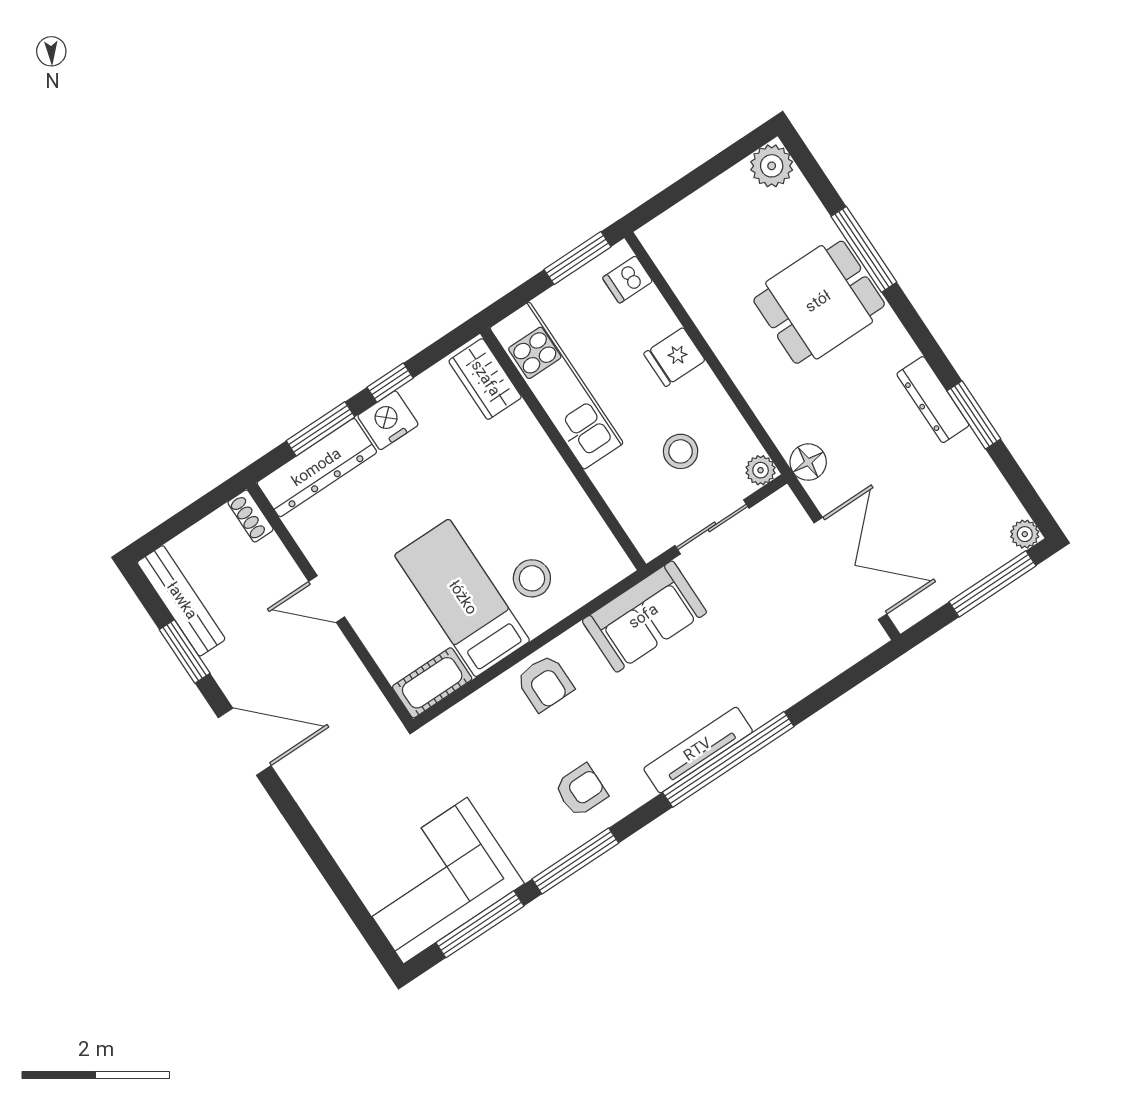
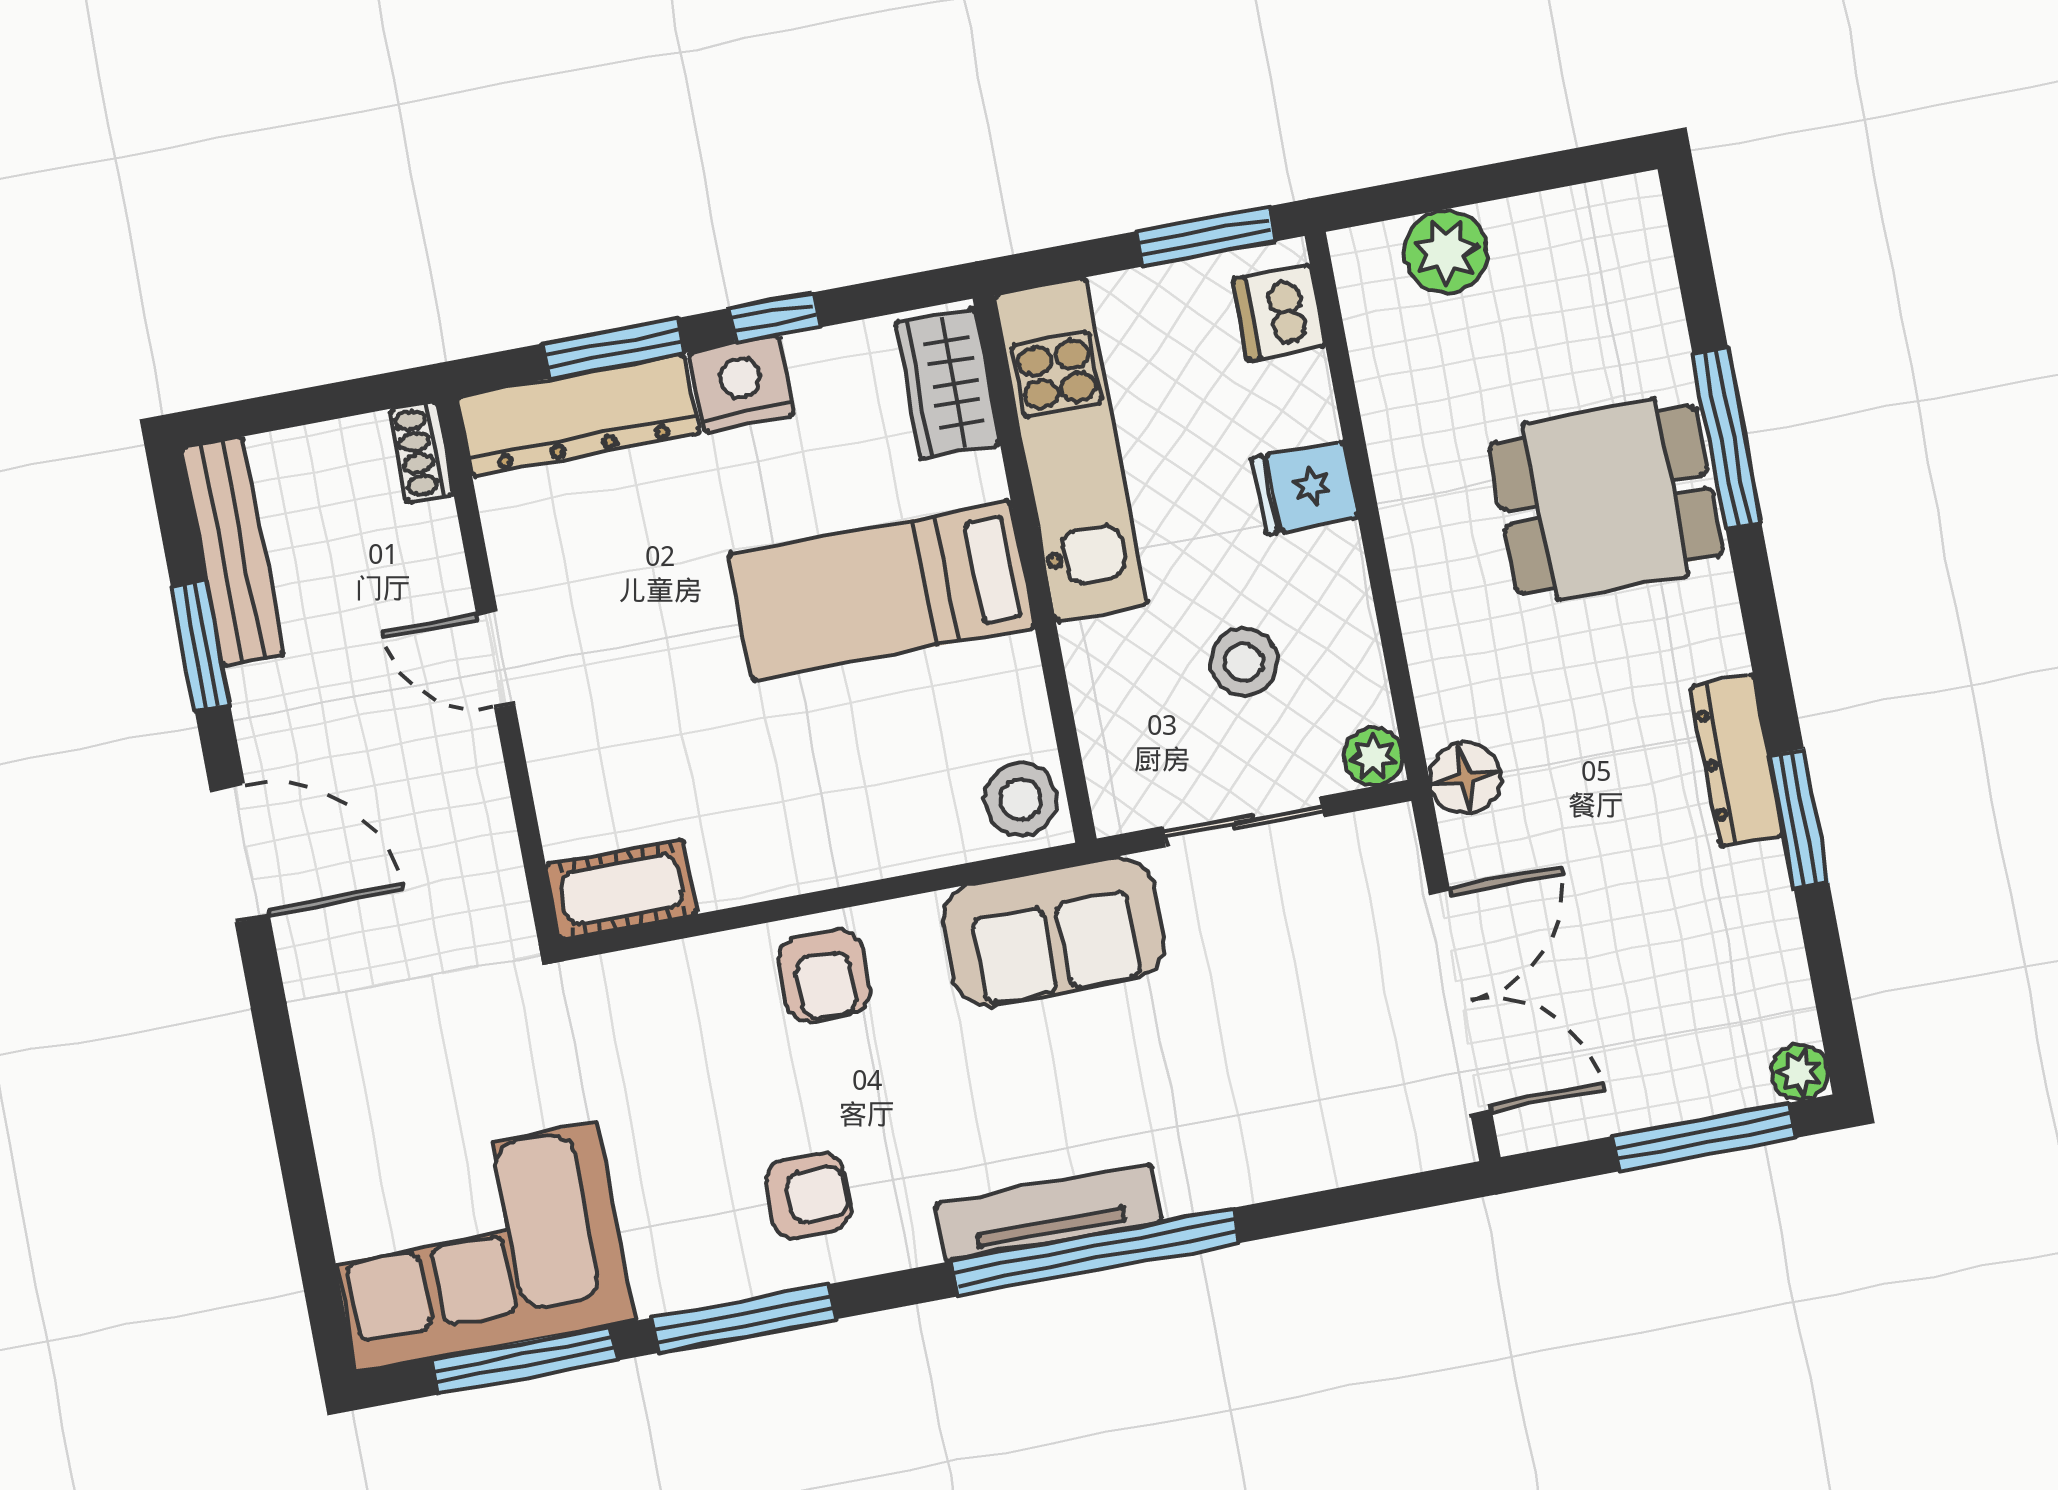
plant: (772, 166) -> (1446, 252), moved
dishwasher: (627, 280) -> (1279, 313), width x1.38
stool: (532, 578) -> (1021, 799), moved
bed: (462, 598) -> (882, 591), moved, turned -90

